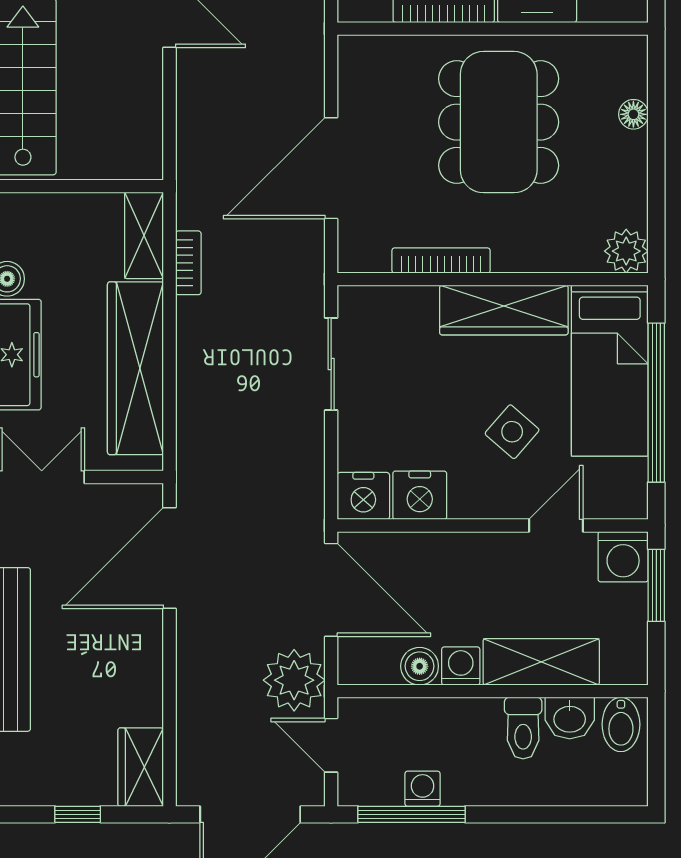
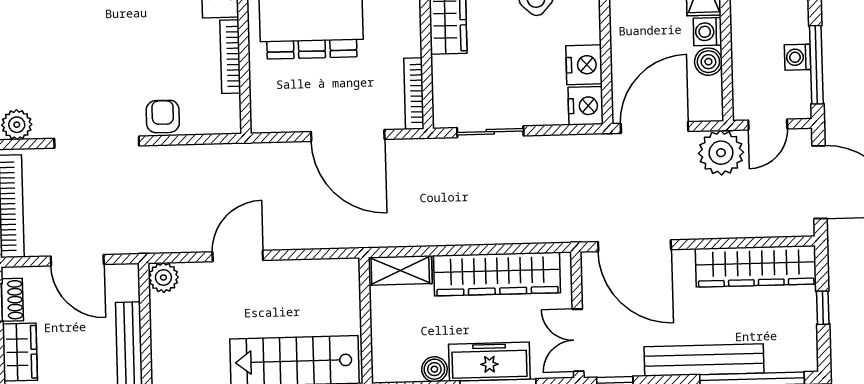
bookcase: (441, 260) -> (414, 94), moved
bookcase: (188, 263) -> (419, 238), removed
wardrobe: (141, 767) -> (756, 266), width x2.10, depth x1.17

